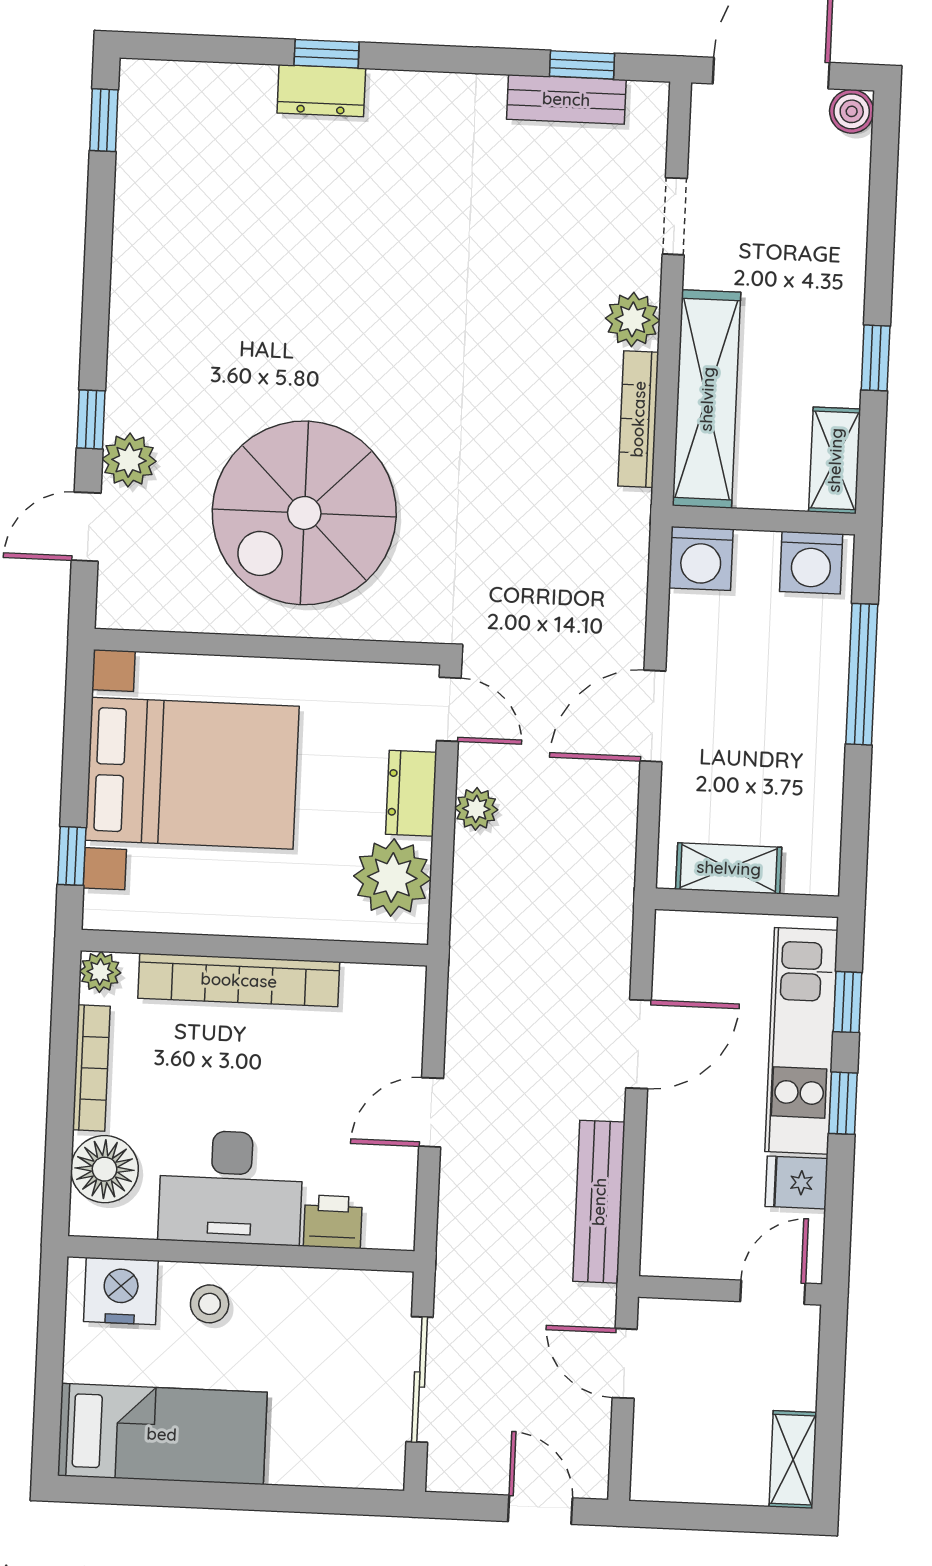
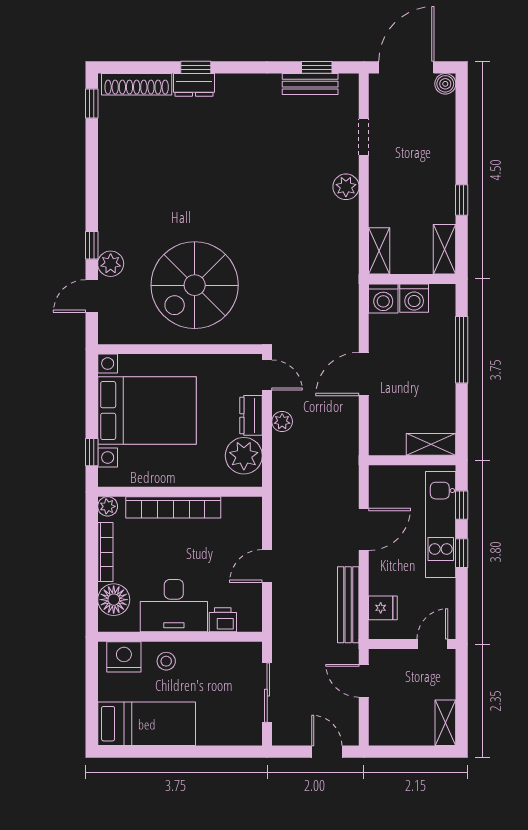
shoe rack: (200, 84) -> (137, 84), added
shelving: (707, 399) -> (379, 251), width x0.45, depth x0.75
bookcase: (638, 419) -> (351, 234), removed
washing machine: (811, 563) -> (414, 298), moved
shelving: (729, 868) -> (431, 444), moved
fridge: (797, 1183) -> (383, 608), moved, turned 180

